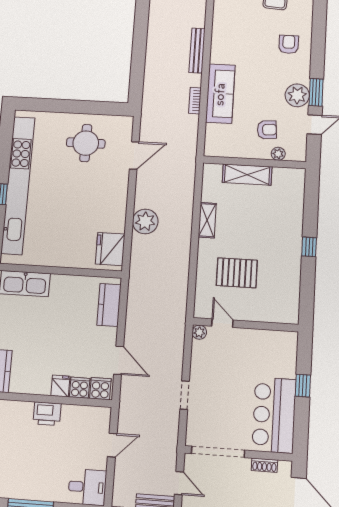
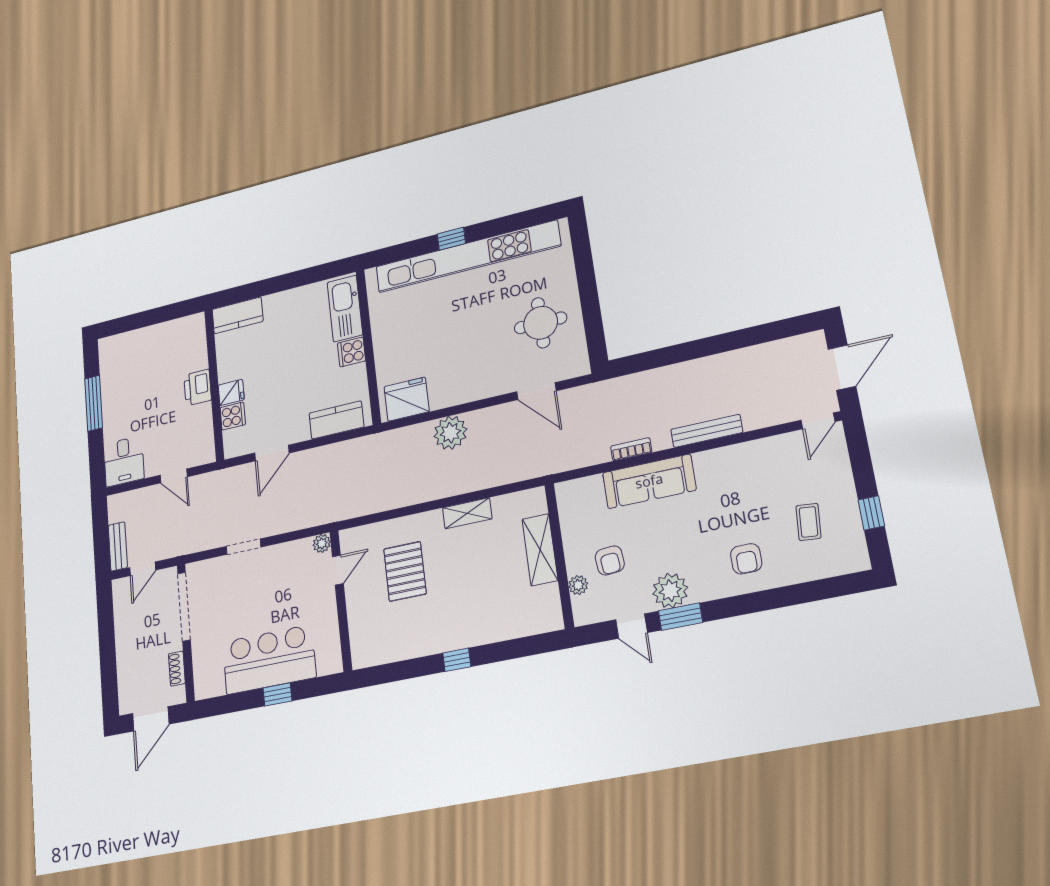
armchair: (289, 44) -> (746, 559), turned 90
cooker: (100, 389) -> (351, 352), moved, turned 180
bar counter: (274, 415) -> (269, 659), moved

